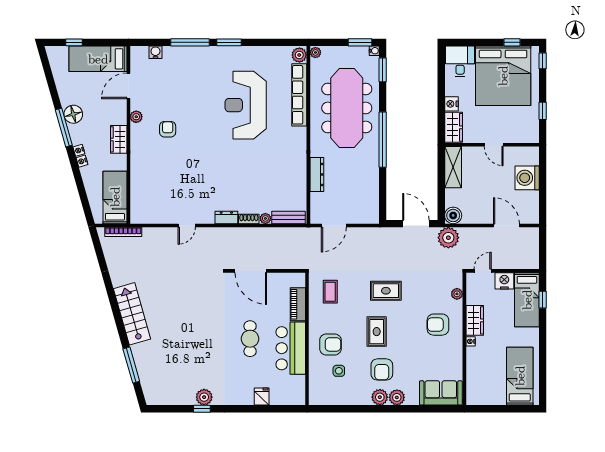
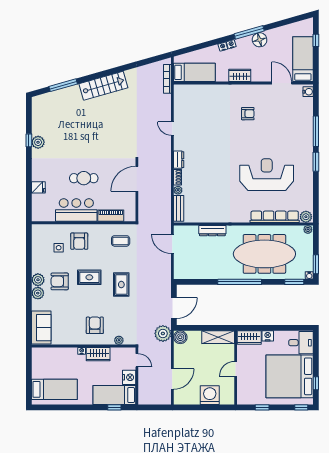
water cooler: (155, 52) -> (308, 92), moved
plant: (136, 117) -> (258, 89), removed

